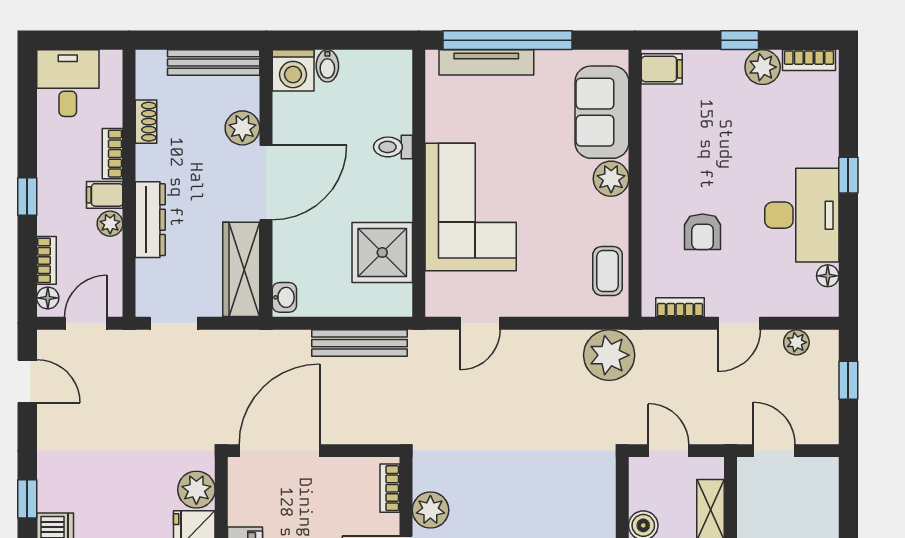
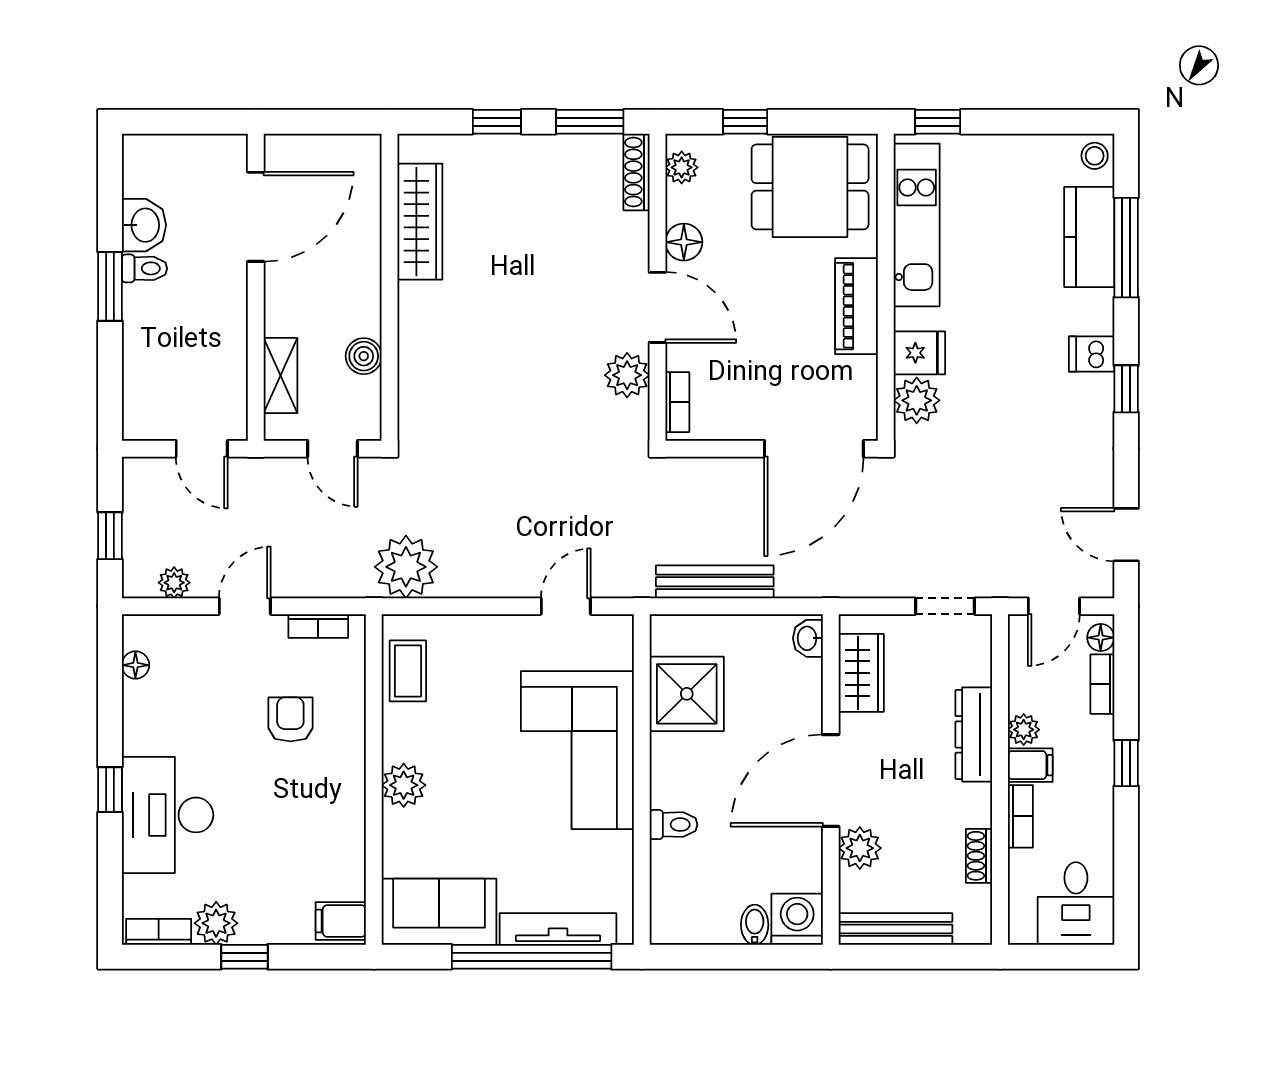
sofa: (602, 112) -> (439, 912), moved, turned -90
desk: (802, 215) -> (168, 815), moved
wardrobe: (241, 269) -> (861, 673), width x0.67

